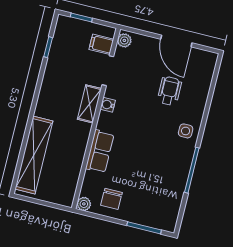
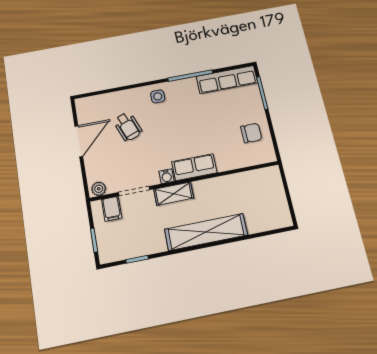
wheelchair: (169, 91) -> (128, 127), turned -111
row of seats: (100, 151) -> (194, 167), moved
shelving: (34, 155) -> (206, 232), moved
row of seats: (172, 202) -> (227, 80), added
plant: (84, 204) -> (269, 156), removed

